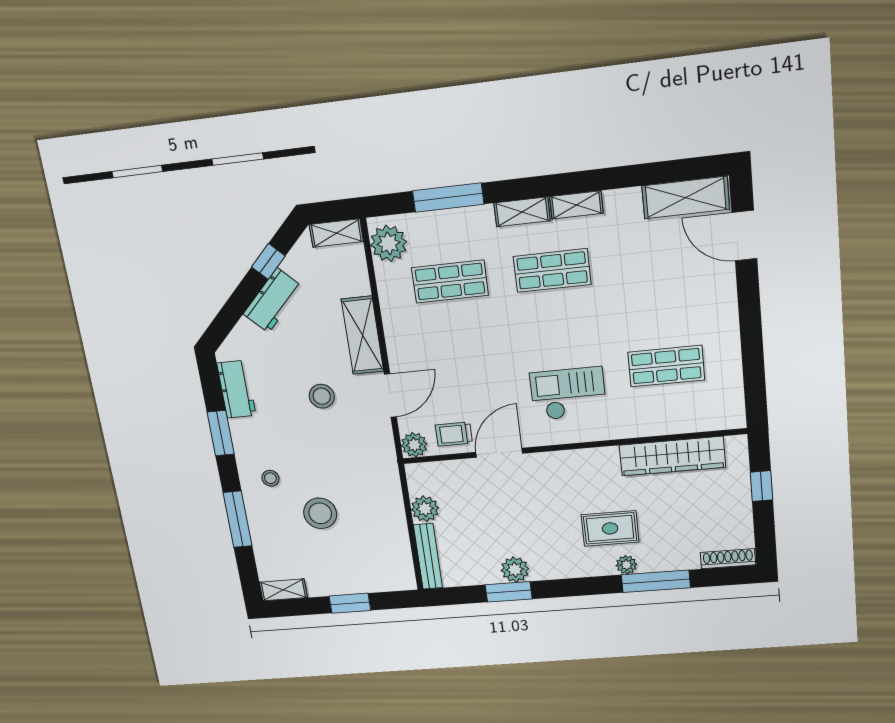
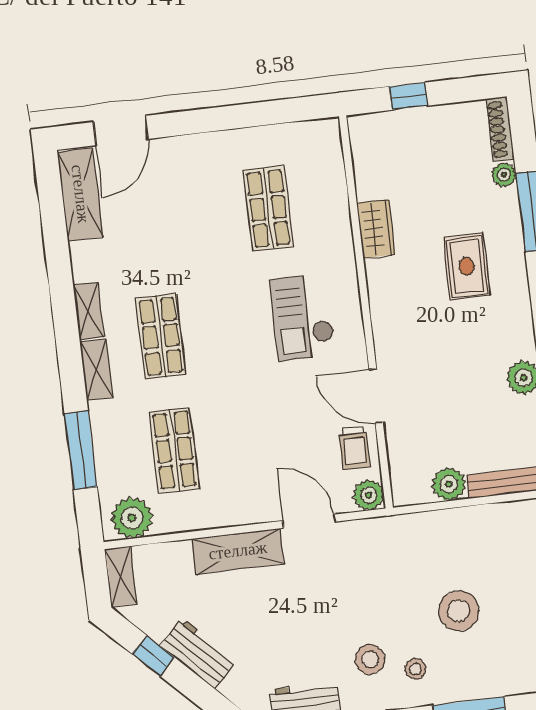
stool: (322, 396) -> (370, 659), moved
wardrobe: (672, 456) -> (376, 229), width x0.48, depth x0.85
plant: (626, 565) -> (504, 175), moved

